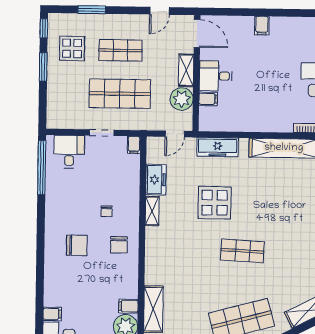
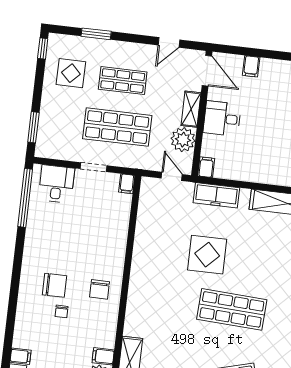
filing cabinet: (262, 26) -> (251, 66), moved
window: (43, 67) -> (33, 127), moved
filing cabinet: (208, 99) -> (206, 167), moved, turned -90
door: (175, 134) -> (172, 176), swing flipped
freezer: (156, 180) -> (147, 223), removed
chair: (107, 211) -> (62, 311), moved
shelving: (152, 211) -> (139, 257), removed
shop shelf: (242, 251) -> (232, 309), width x1.43, depth x1.36

